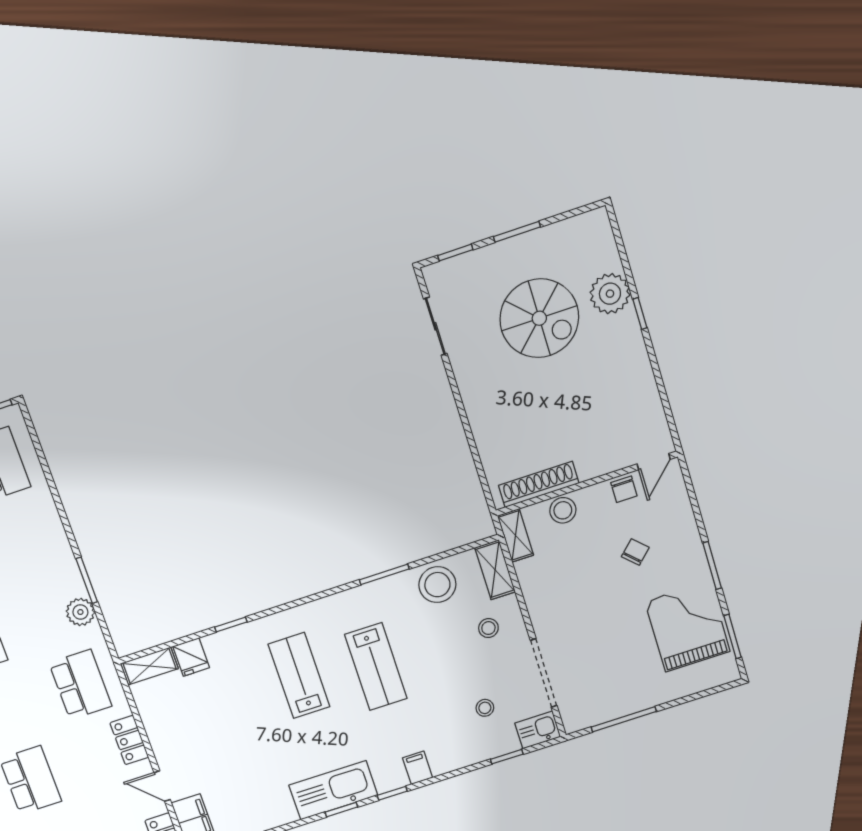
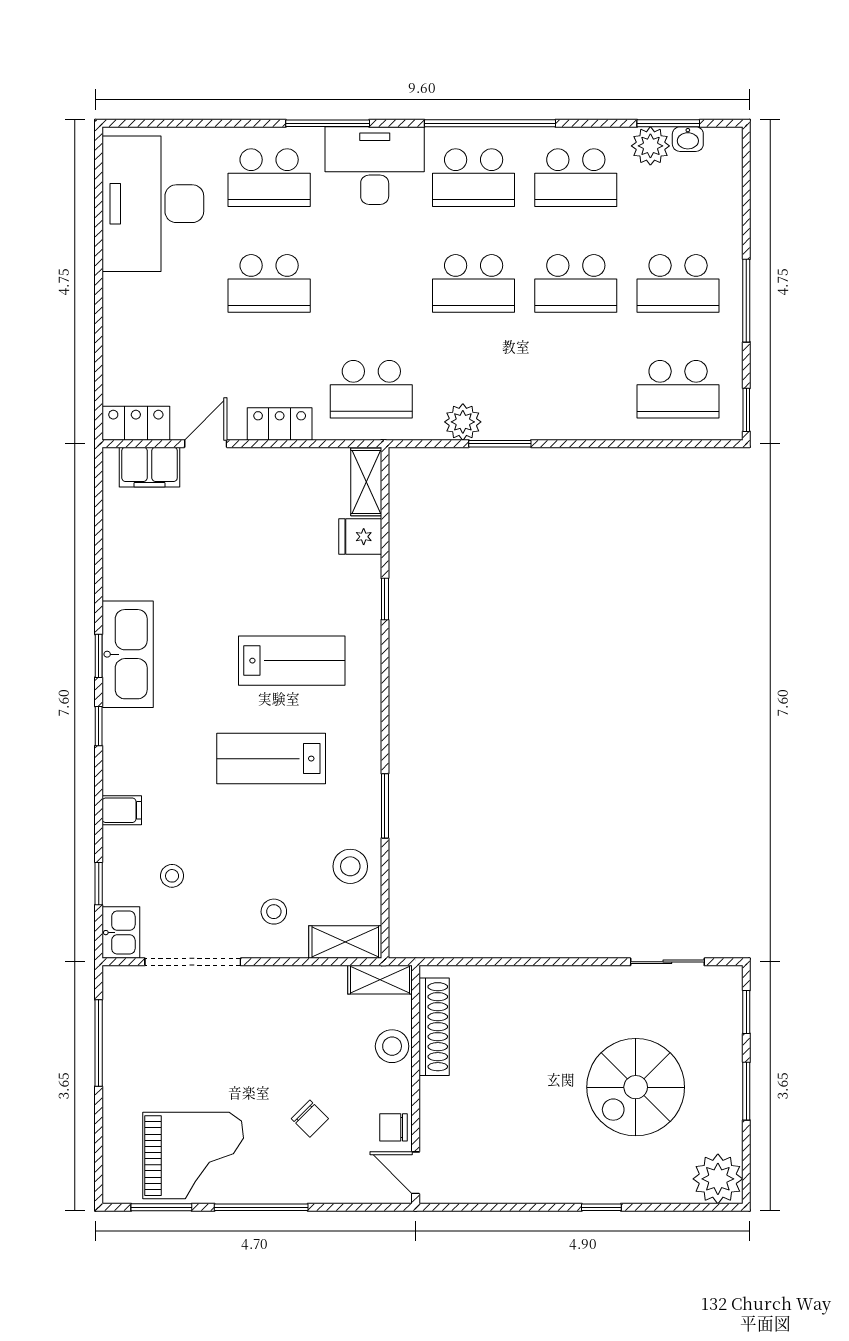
plant: (610, 294) -> (718, 1179), moved
window: (712, 565) -> (261, 1207), width x1.44
stool: (437, 585) -> (350, 866), width x0.73, depth x0.73
filing cabinet: (418, 768) -> (122, 810), moved

